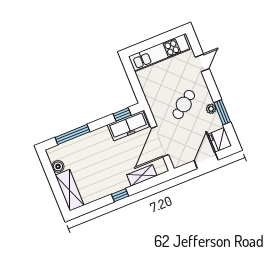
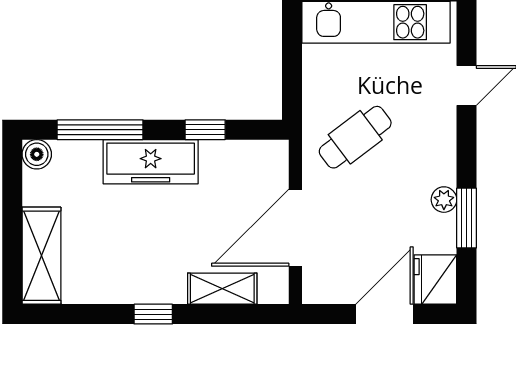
cafe table: (184, 104) -> (355, 137), moved
window: (122, 114) -> (205, 130), moved
freezer: (128, 126) -> (151, 162), moved
boiler: (58, 166) -> (37, 154), moved

